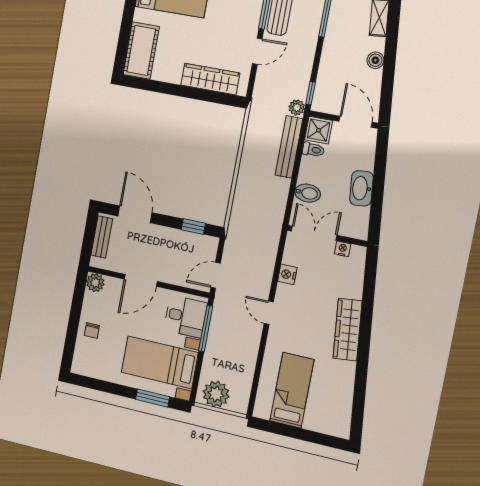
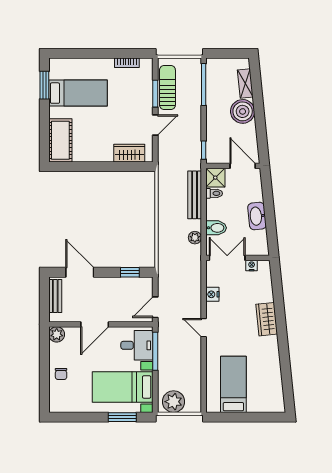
boiler: (375, 60) -> (243, 111), width x1.86, depth x1.86
wardrobe: (210, 79) -> (129, 153), width x0.67
plant: (297, 108) -> (195, 238), moved
wardrobe: (348, 330) -> (267, 319), width x0.67

